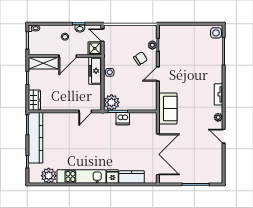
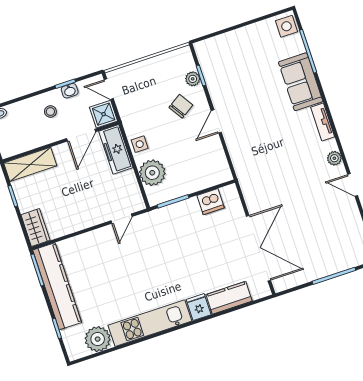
door: (68, 56) -> (81, 135), moved
plant: (112, 102) -> (152, 173), moved
sofa: (168, 108) -> (301, 82), moved, turned 180
dishwasher: (123, 119) -> (211, 202), moved

